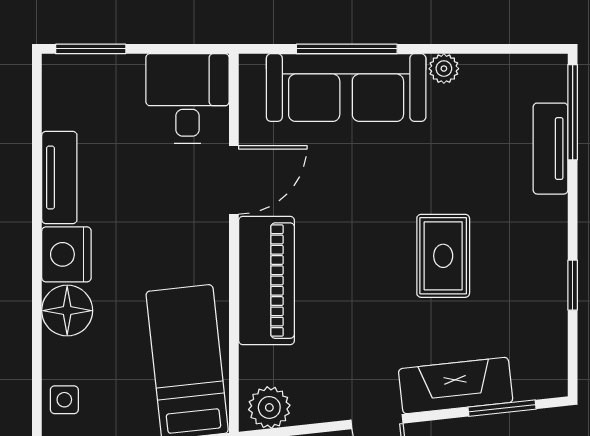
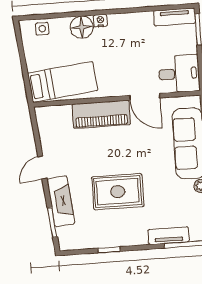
tv unit: (59, 177) -> (175, 17), moved
nightstand: (66, 254) -> (100, 21), width x0.53, depth x0.56
rug: (443, 256) -> (118, 192), width x1.36, depth x1.43
plant: (269, 407) -> (45, 120), removed

